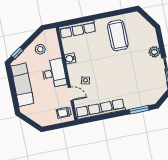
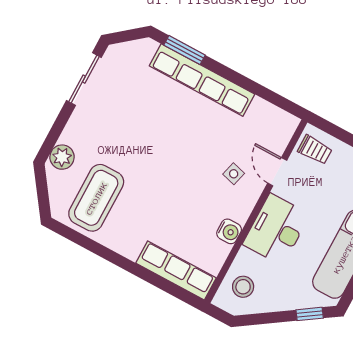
coffee table: (118, 35) -> (96, 198), moved
stool: (40, 49) -> (243, 287), moved
plant: (154, 52) -> (62, 157), moved
row of seats: (100, 109) -> (202, 80), moved

